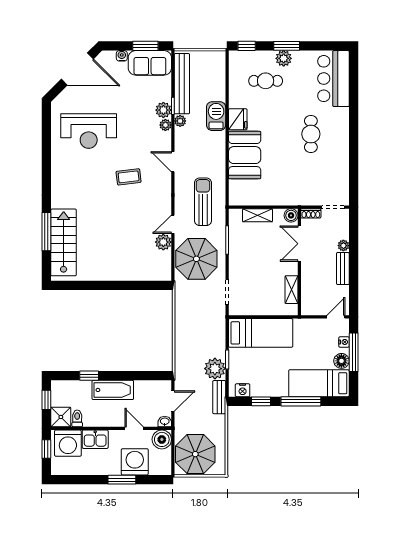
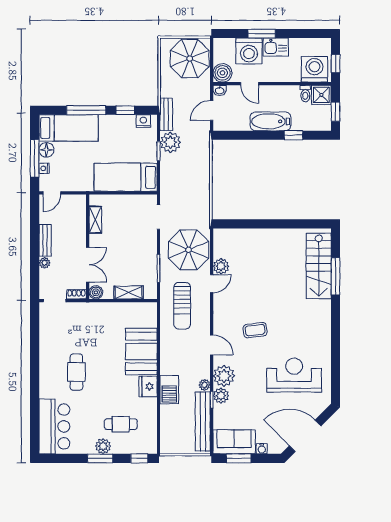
plant: (165, 125) -> (224, 376), width x1.88, depth x1.88
kitchen sink: (95, 439) -> (276, 47), moved, turned 180

